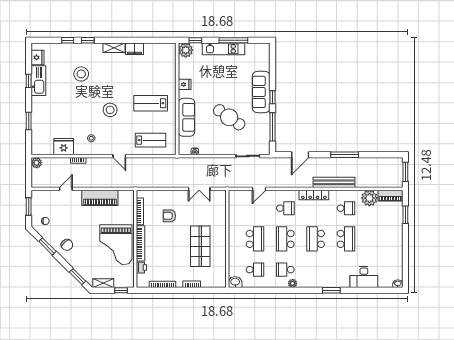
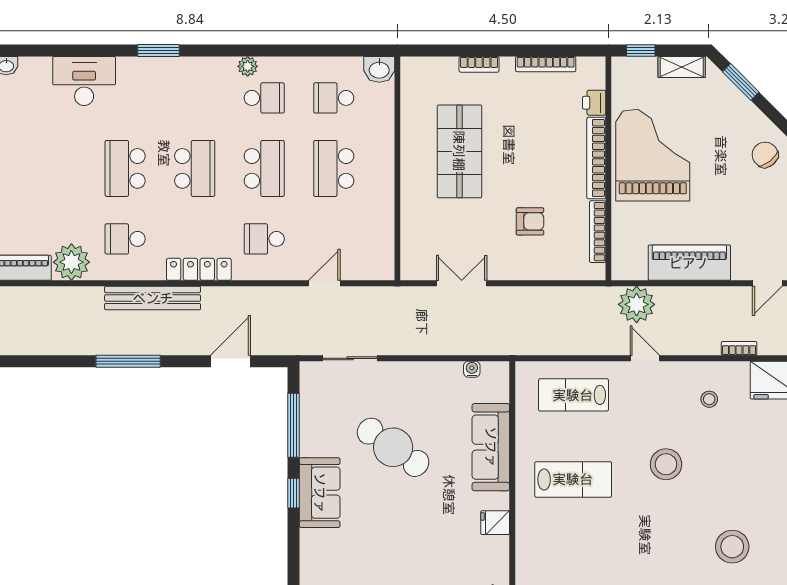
sofa: (261, 92) -> (320, 493), width x0.73
plant: (123, 180) -> (637, 304), added

